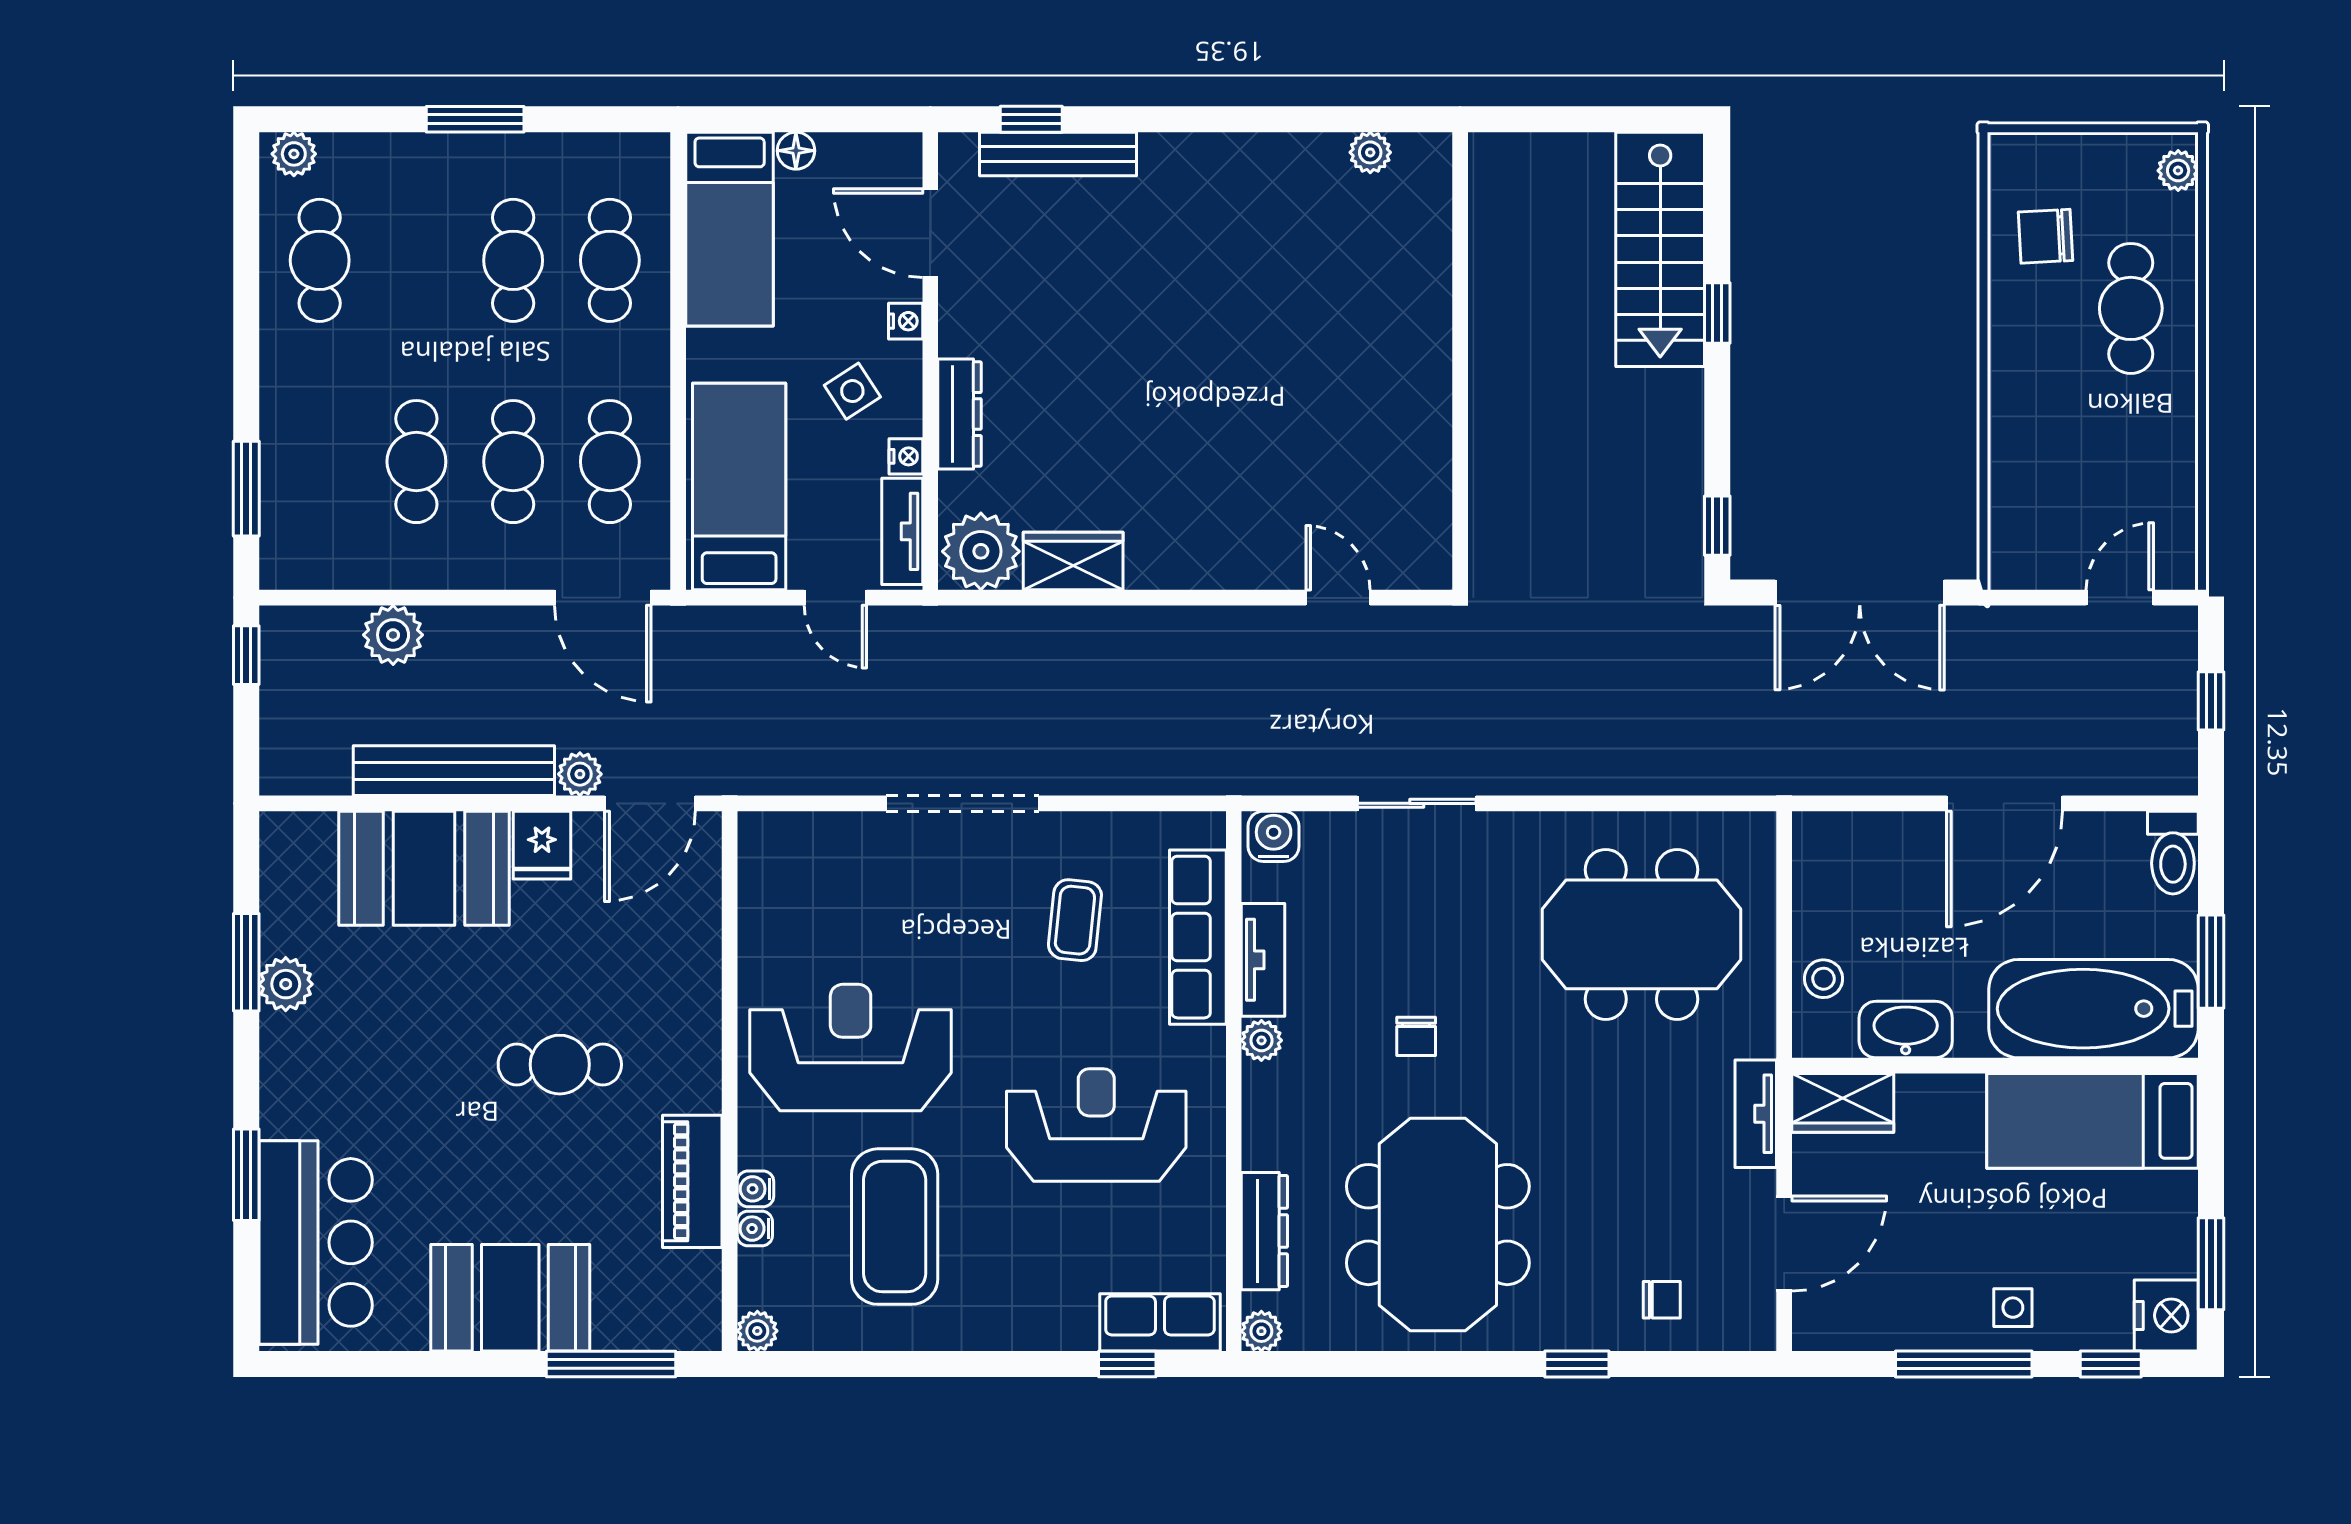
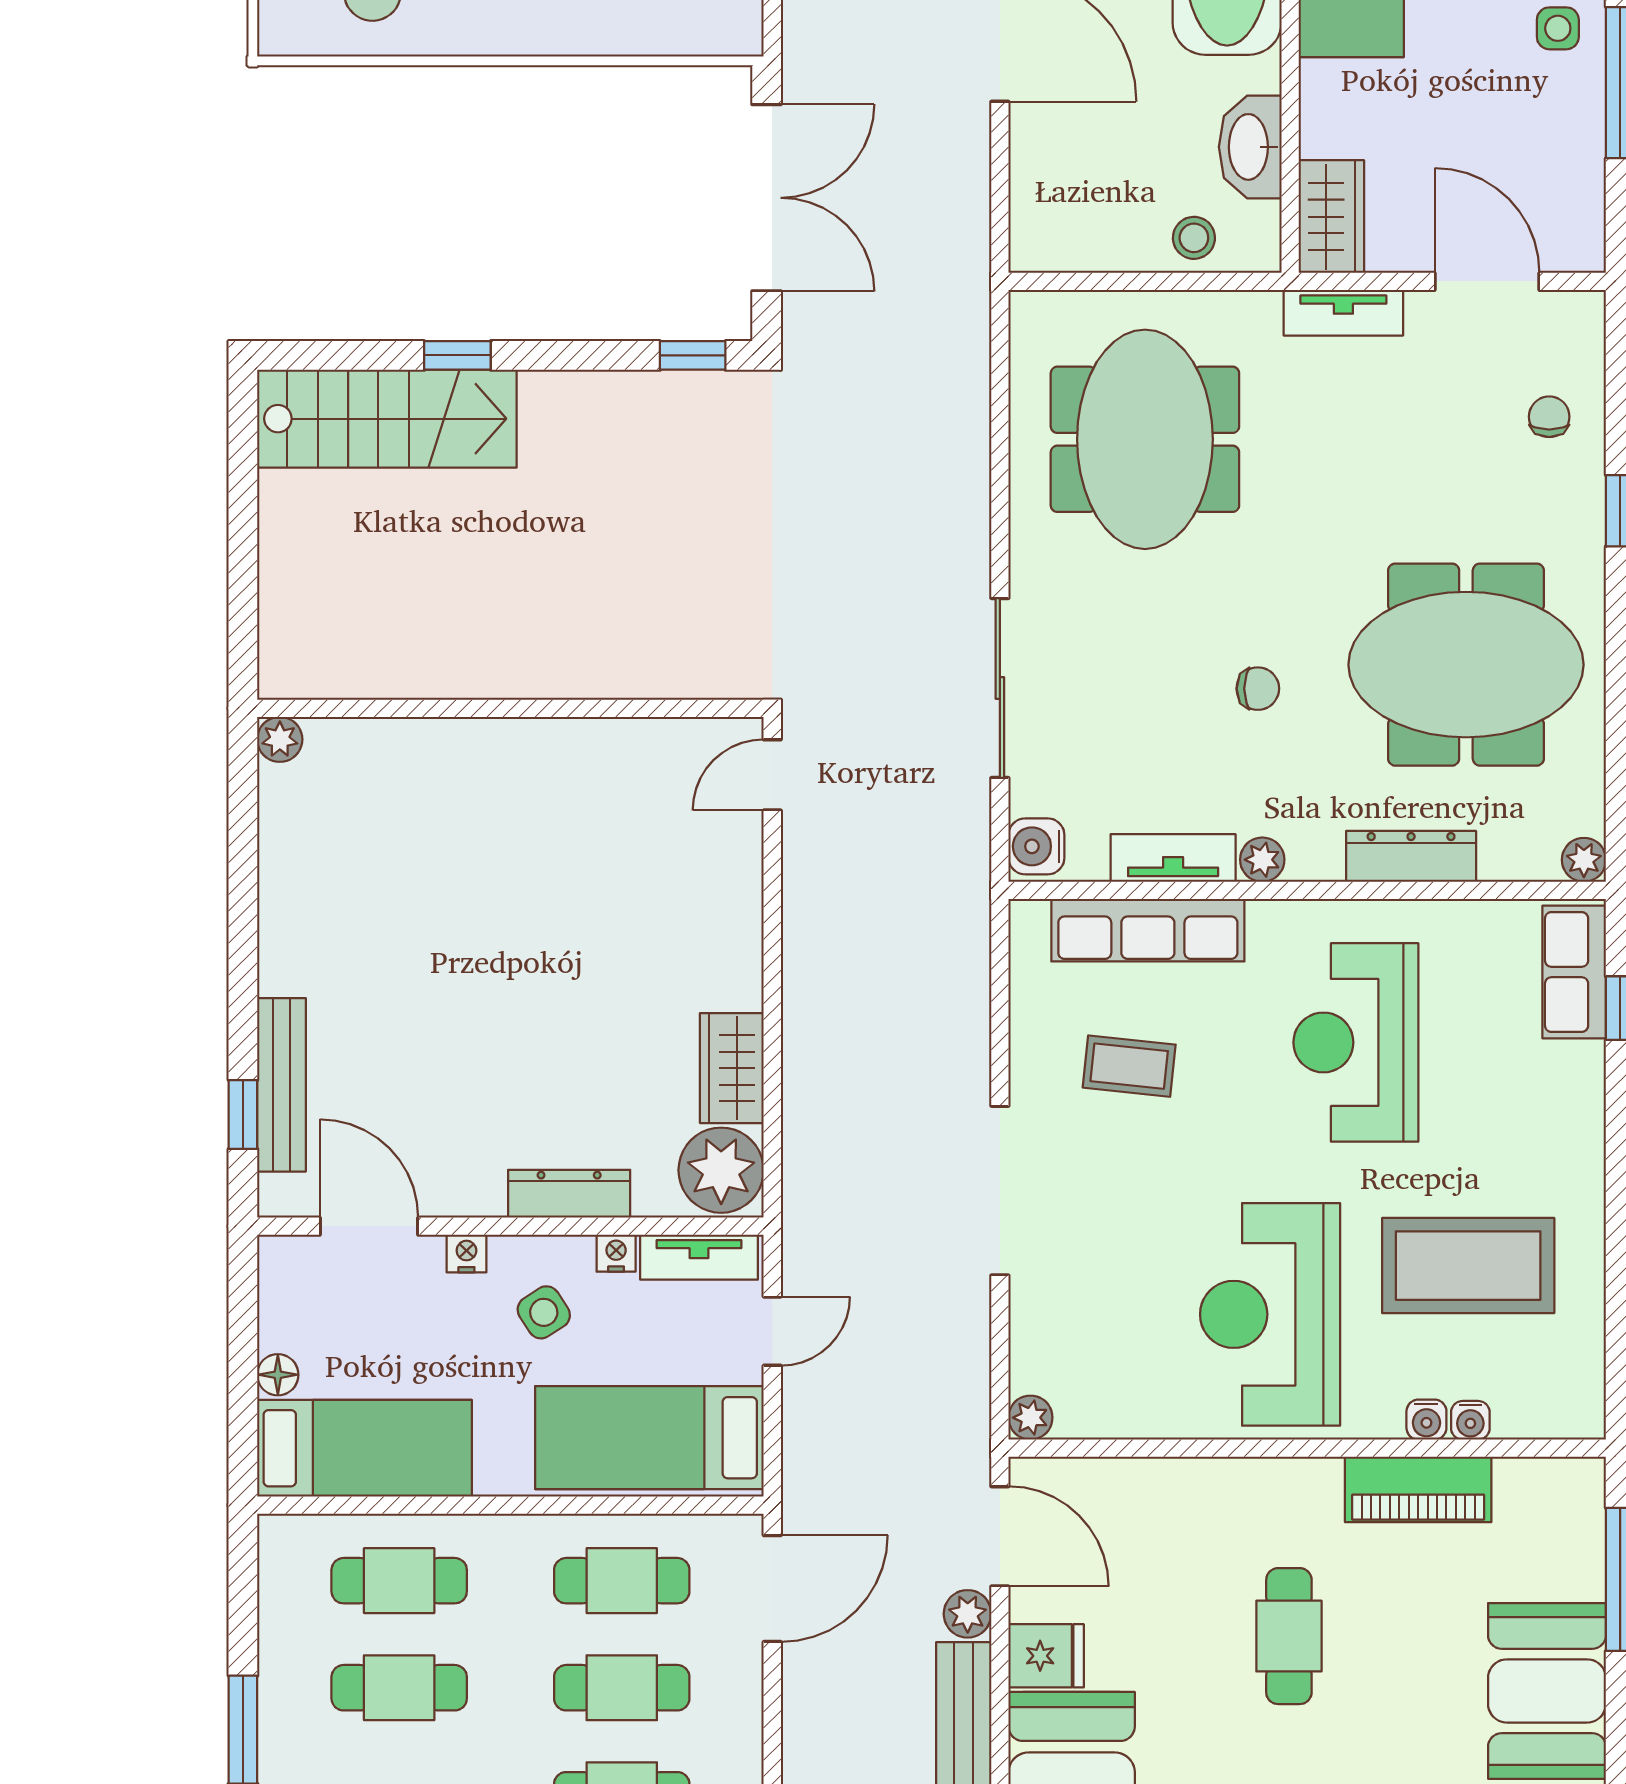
door: (930, 233) -> (369, 1226), swing flipped
wall: (1460, 361) -> (510, 708), moved
sliding door: (1417, 803) -> (1000, 688), width x1.37
dresser: (1264, 1231) -> (1411, 856), moved
plant: (757, 1331) -> (1030, 1418), moved

